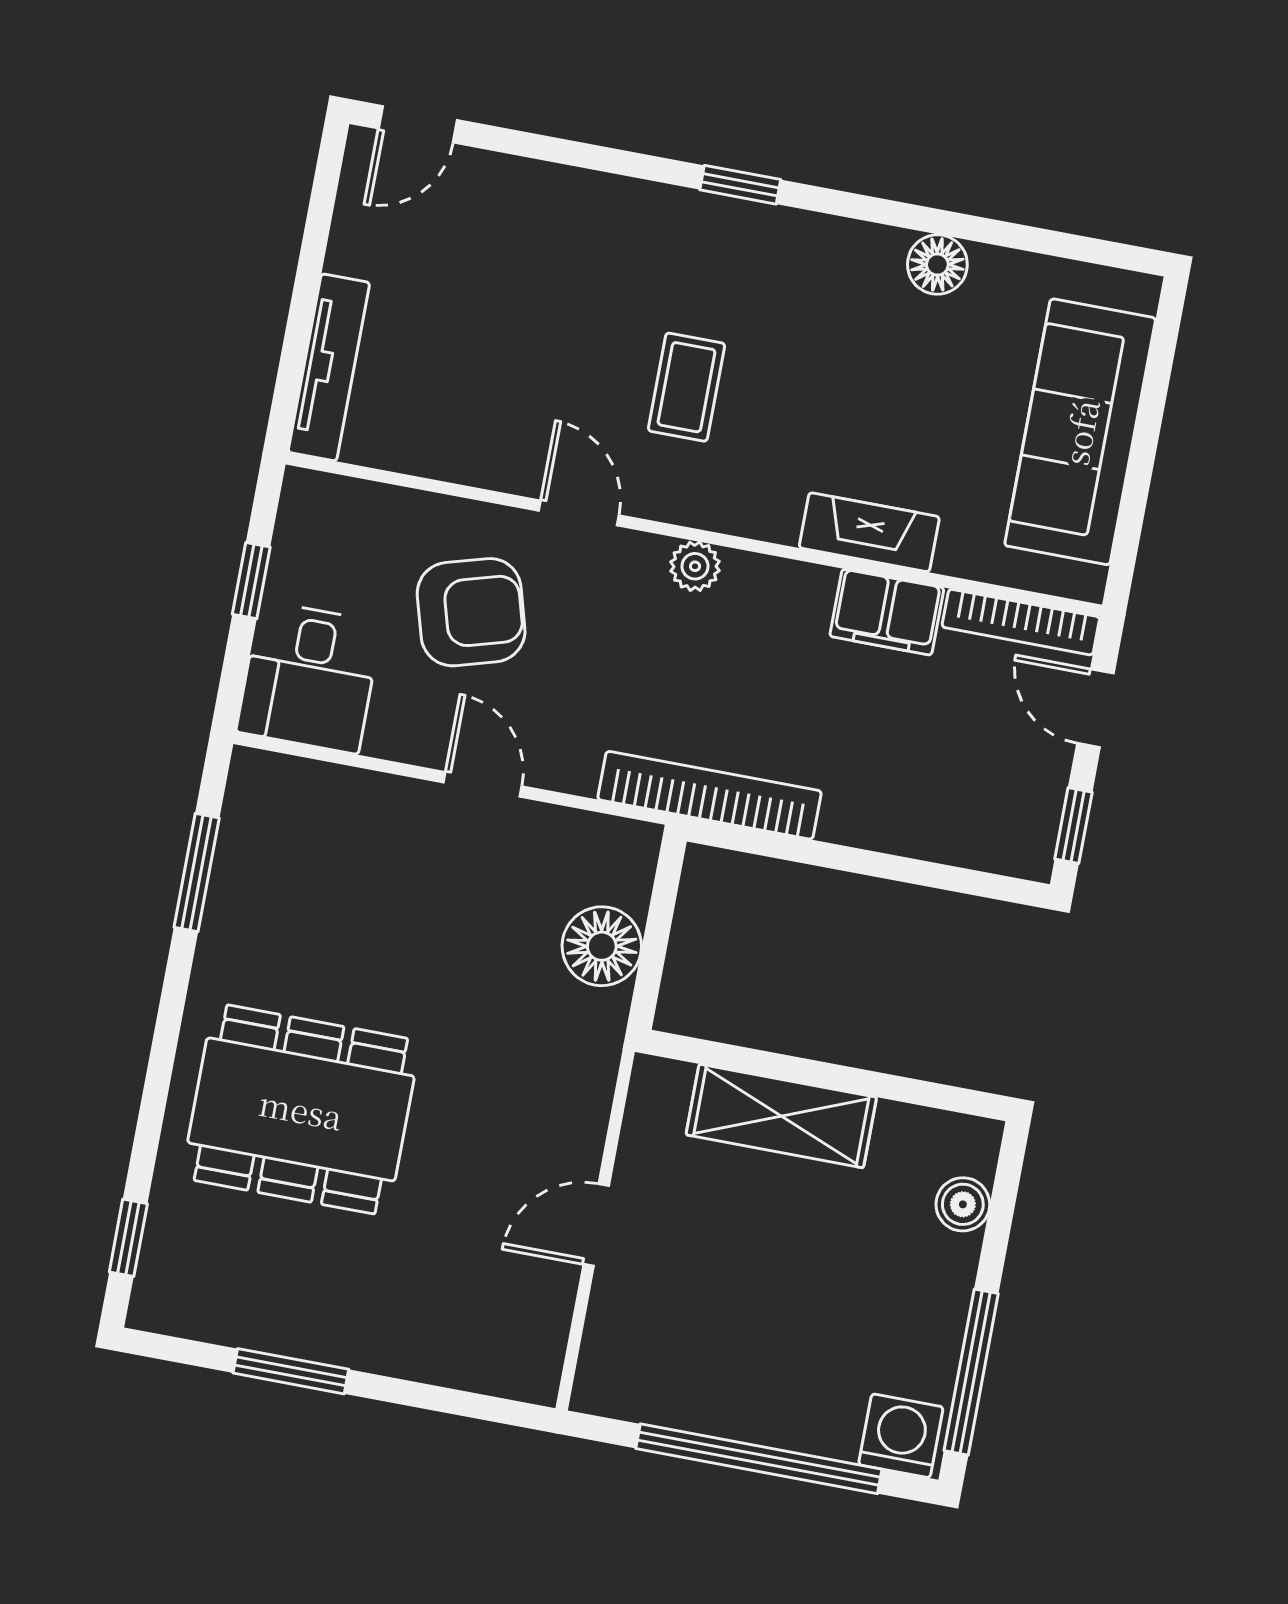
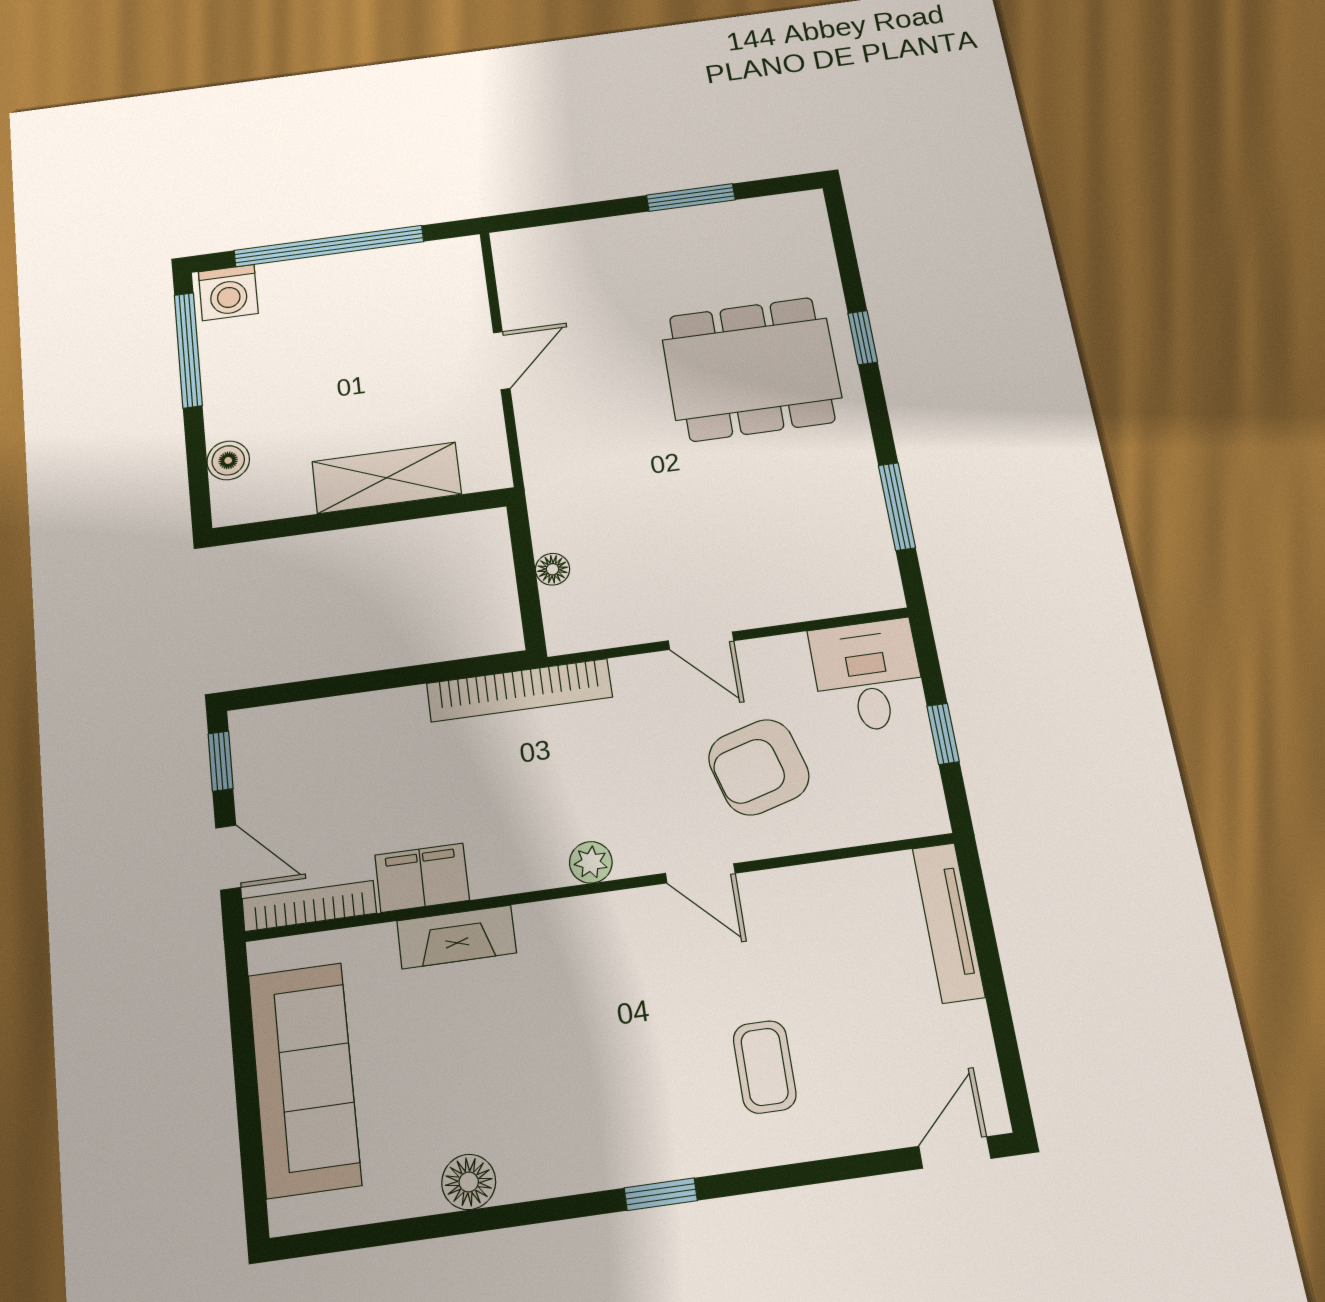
coffee table: (686, 387) -> (765, 1067), moved
floor lamp: (602, 946) -> (553, 569), width x0.53, depth x0.53
window: (128, 1238) -> (863, 338), moved

